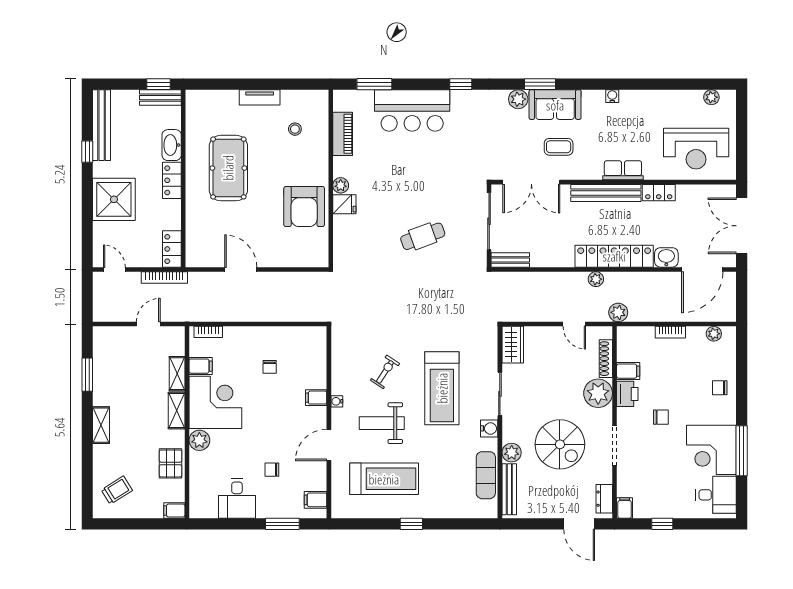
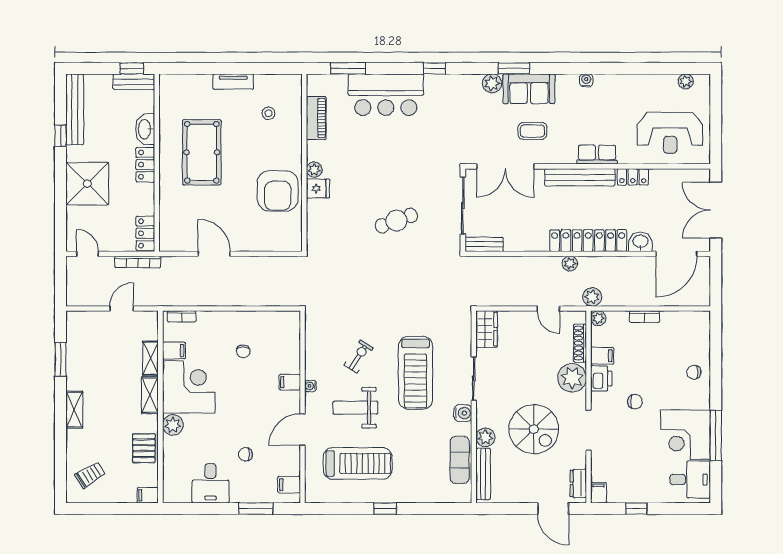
plant: (714, 334) -> (598, 318), moved

